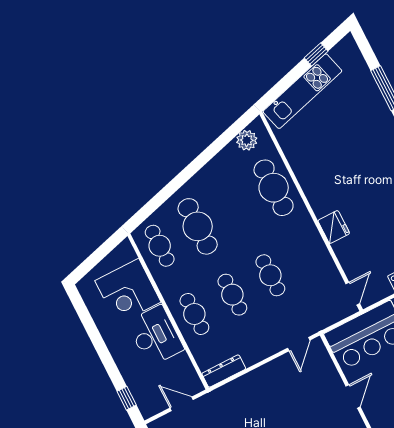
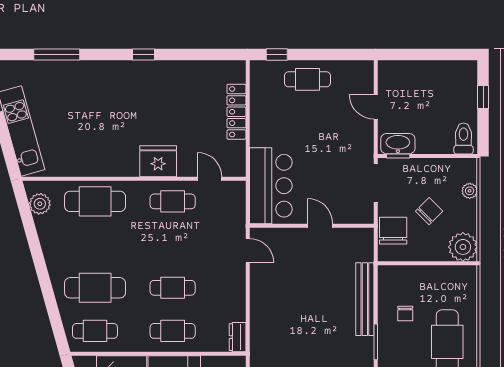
fridge: (334, 227) -> (158, 161), width x1.36, depth x1.34
cafe table: (270, 275) -> (173, 201), moved
door: (353, 294) -> (210, 179), moved
dresser: (224, 371) -> (238, 337), width x0.70

